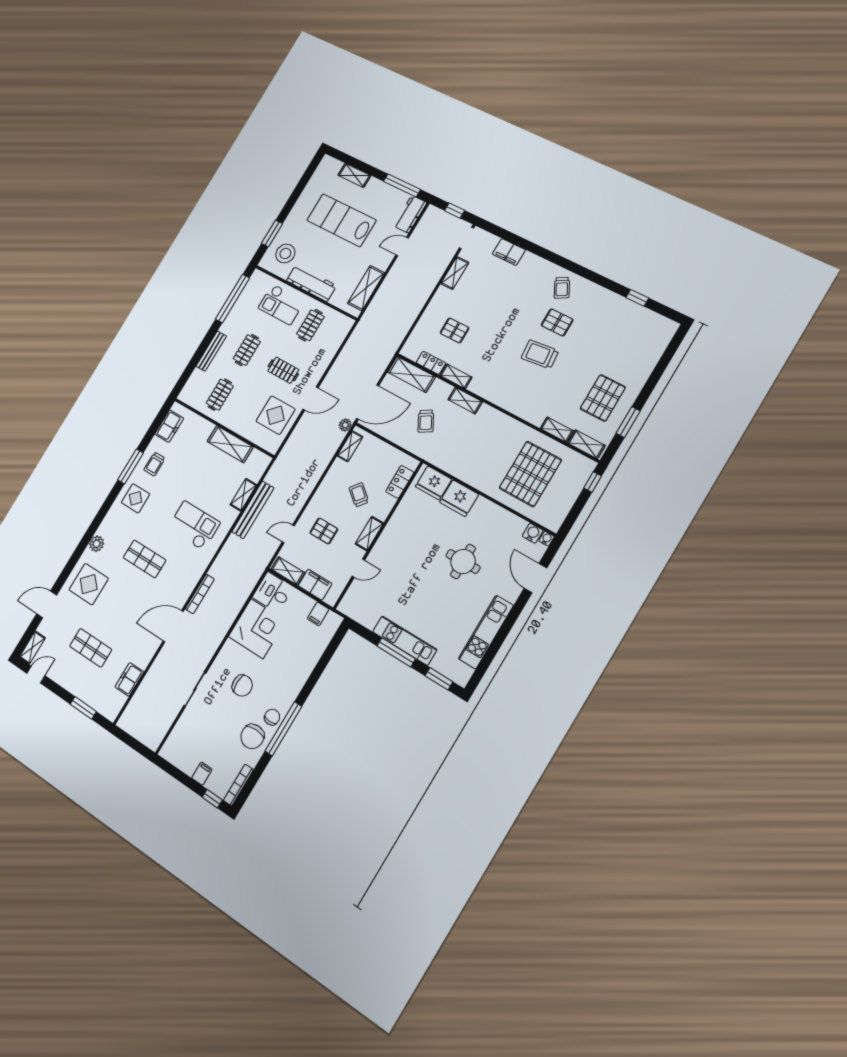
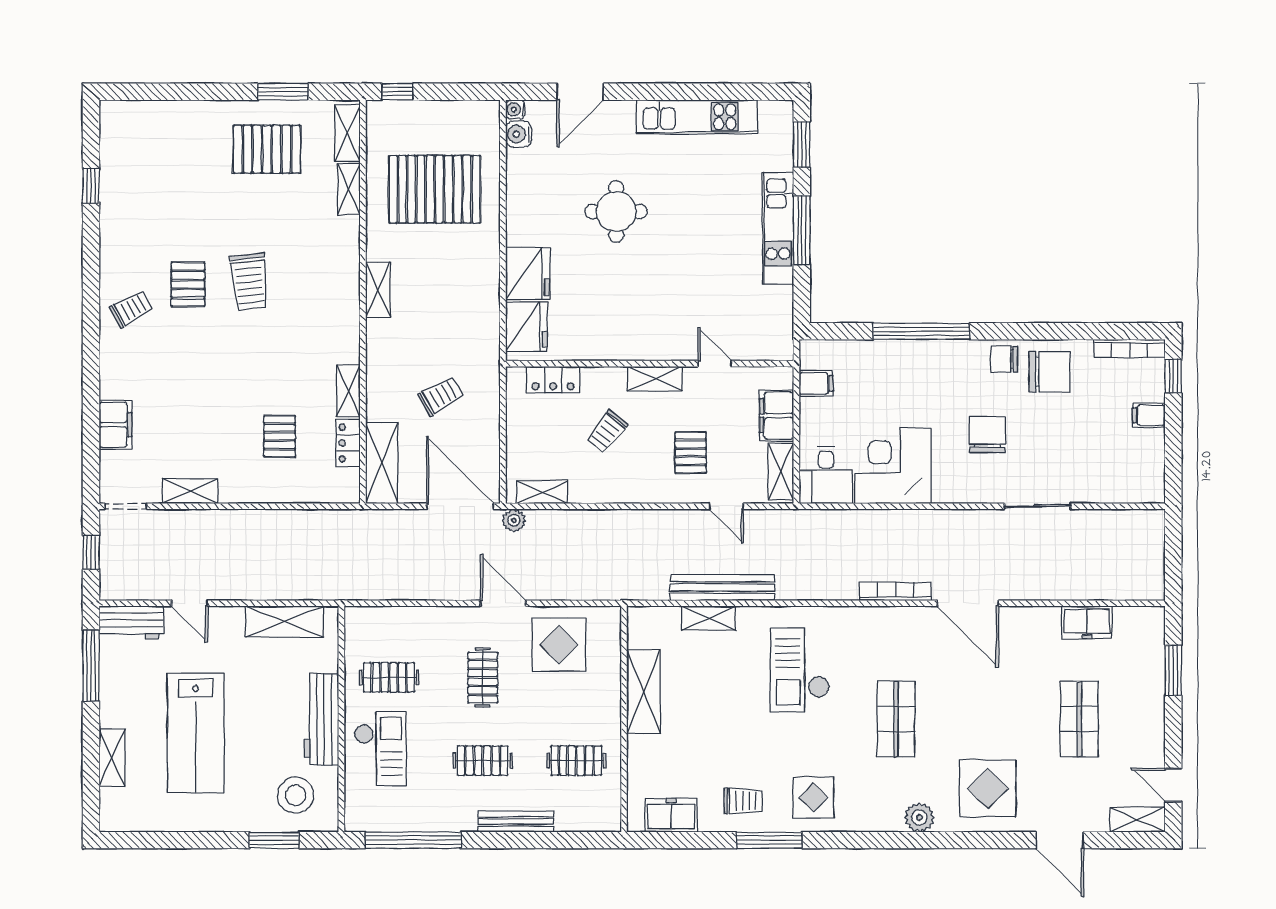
shelving: (465, 401) -> (378, 290), moved
window: (283, 729) -> (921, 331), moved

